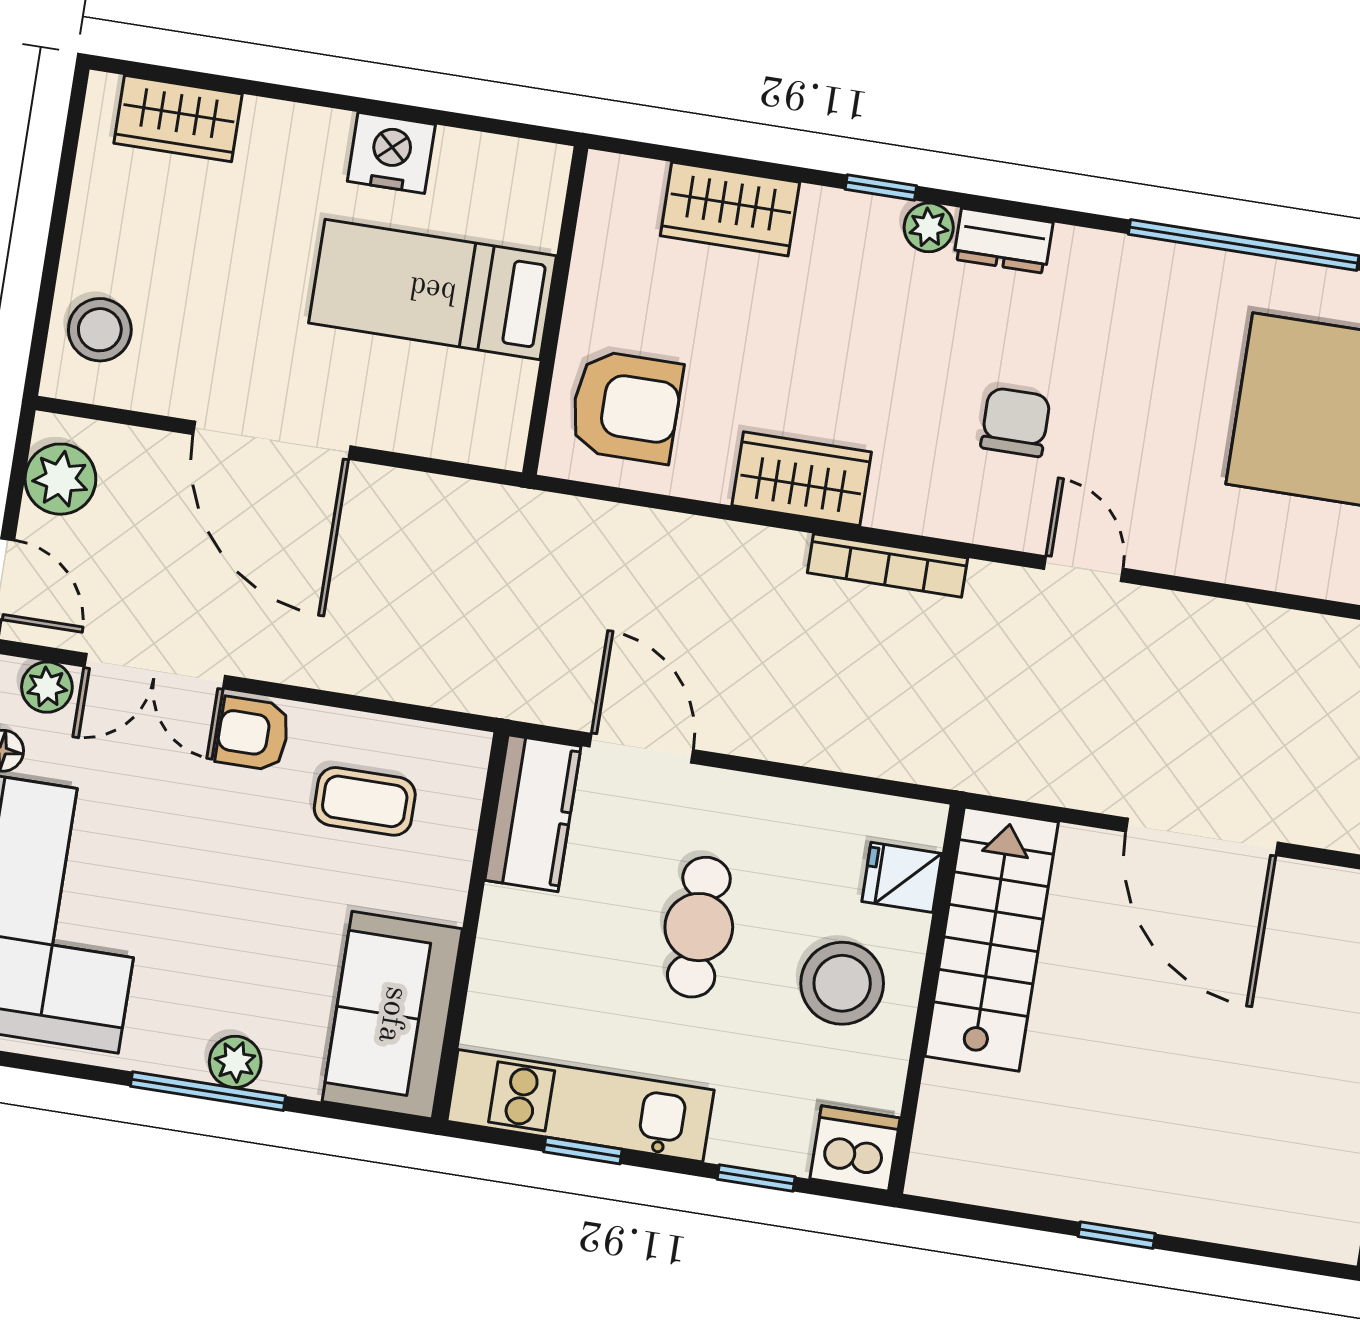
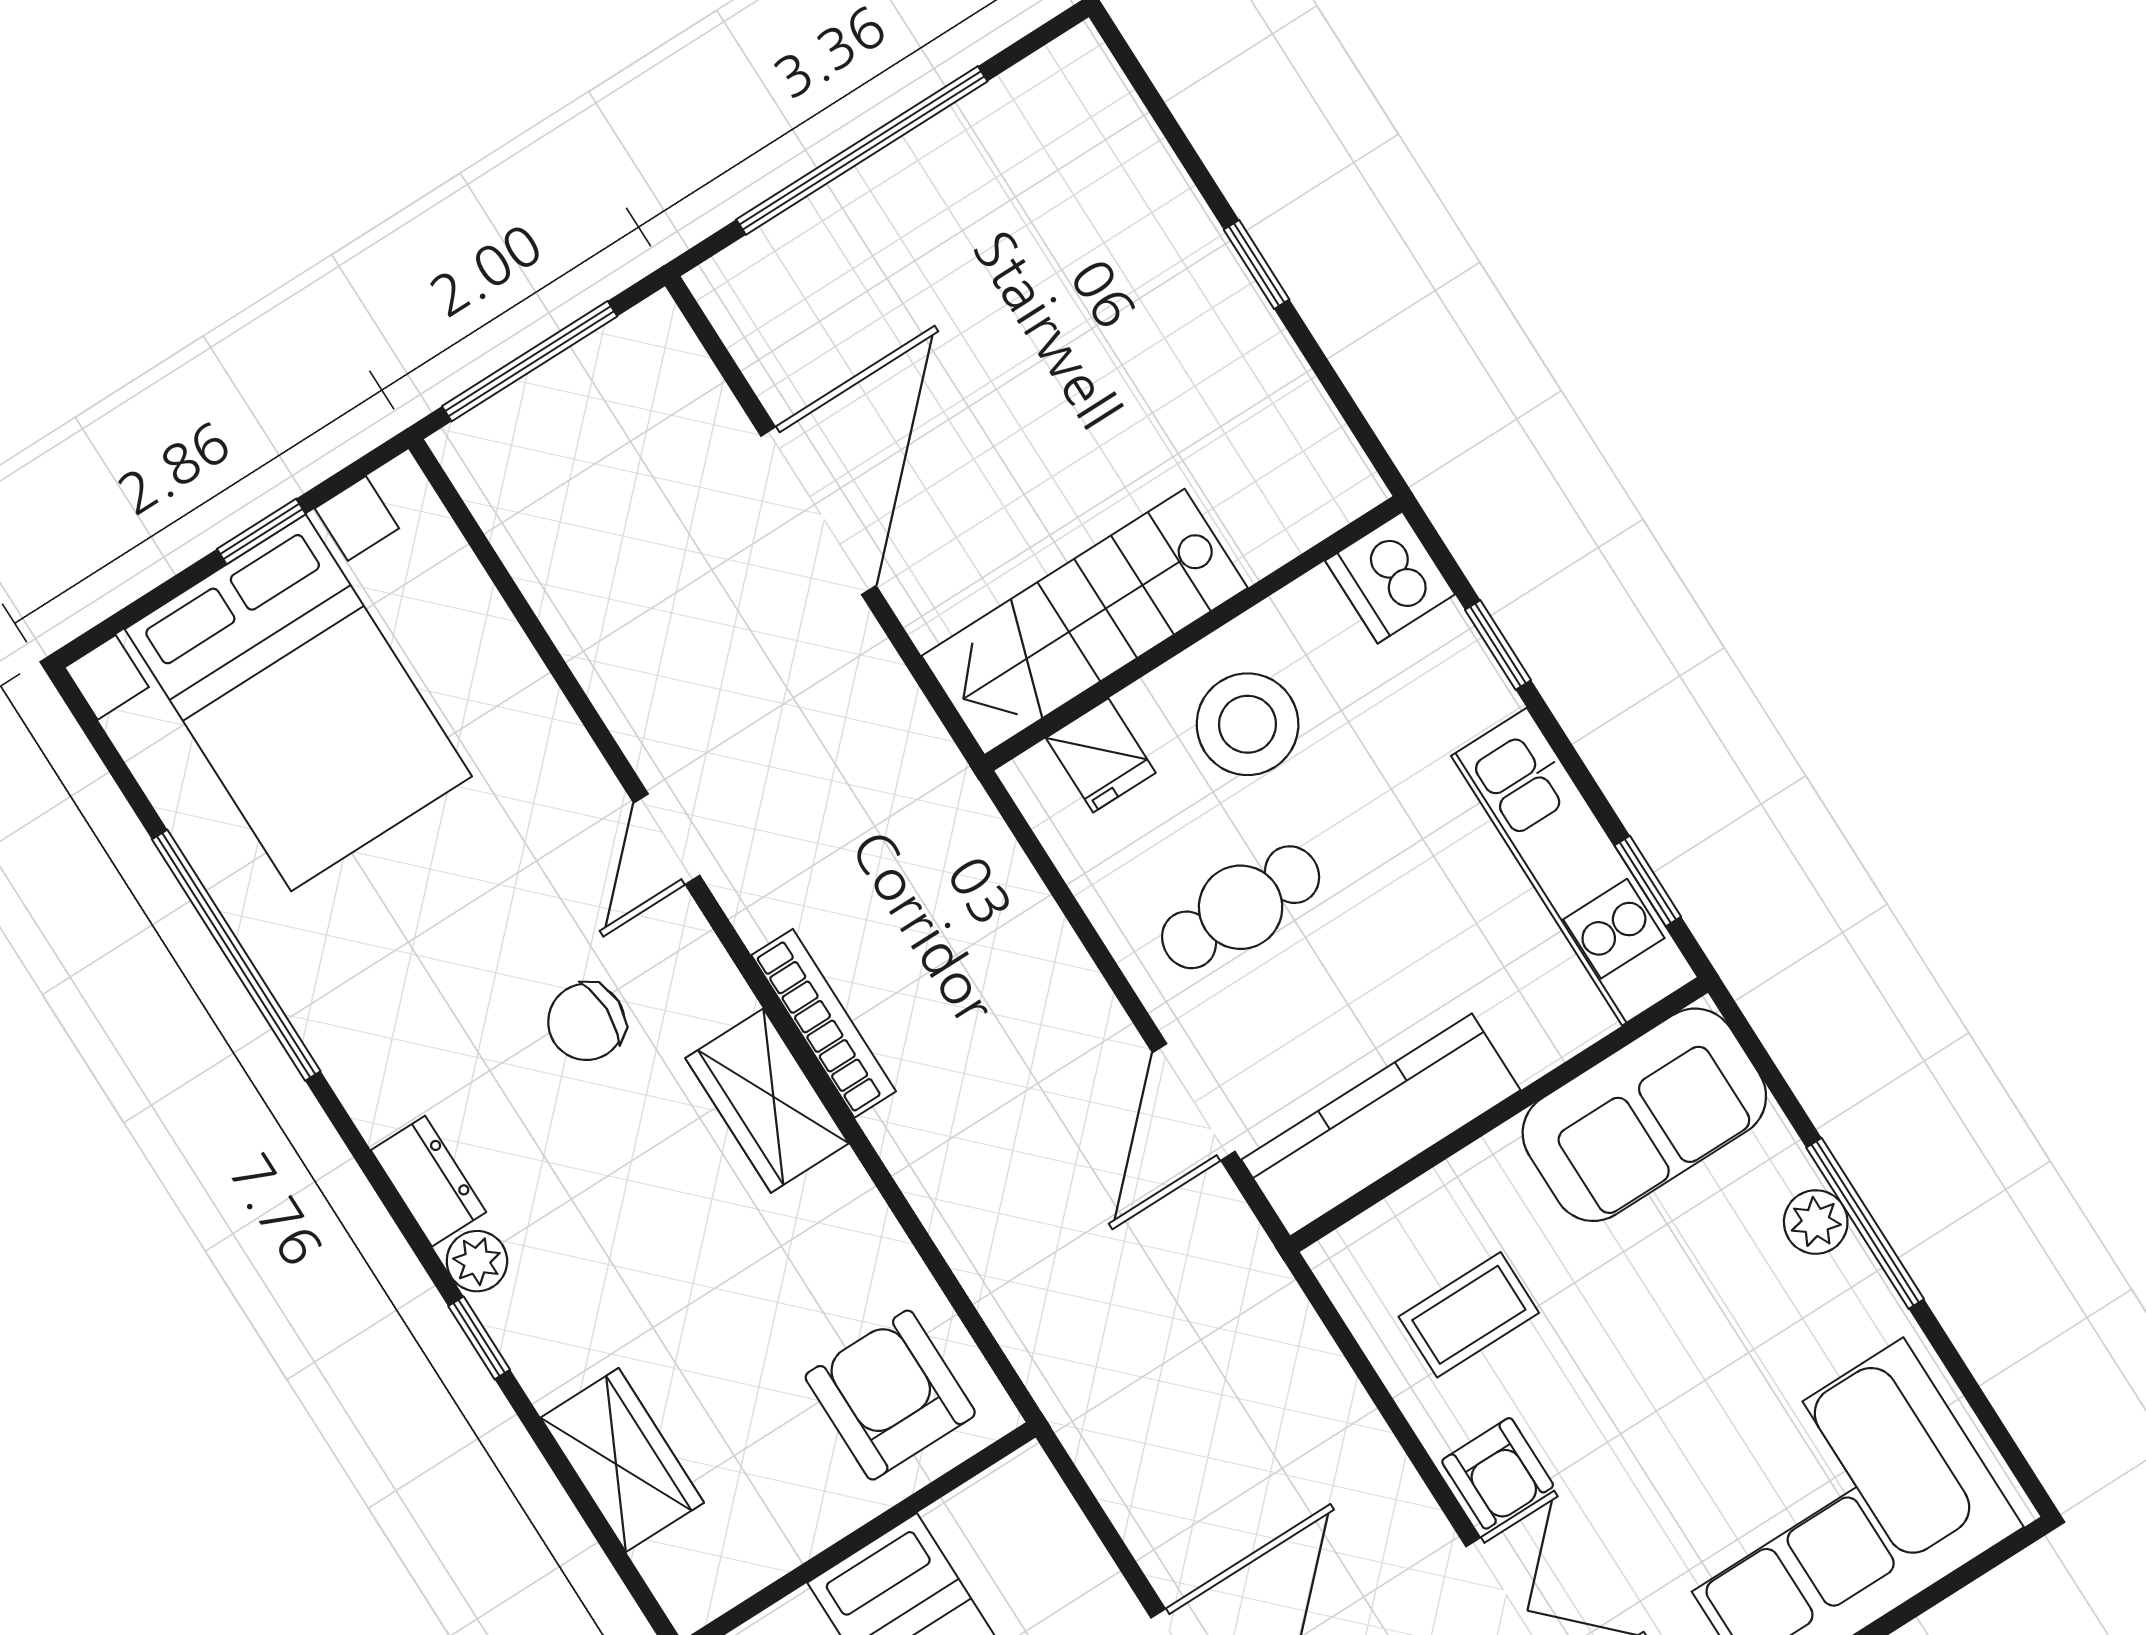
wardrobe: (802, 479) -> (767, 1101), moved
coffee table: (365, 801) -> (1469, 1315), turned 90
kitchen counter: (533, 813) -> (1381, 1125), width x1.50
cafe table: (699, 927) -> (1241, 907), moved
window: (583, 1151) -> (1648, 881), moved

